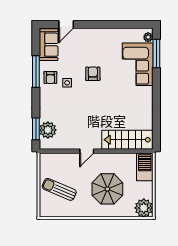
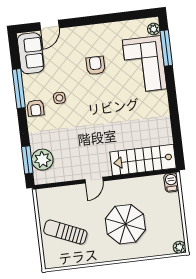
armchair: (93, 74) -> (96, 65), moved
armchair: (50, 77) -> (36, 108), moved
barbecue: (145, 167) -> (171, 183), width x0.53, depth x0.65
plant: (144, 208) -> (179, 247), width x0.53, depth x0.53

